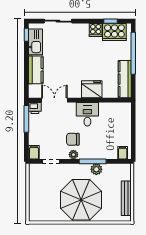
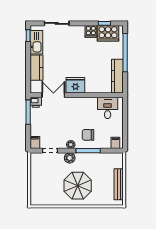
fridge: (92, 89) -> (75, 85), moved
desk: (87, 114) -> (108, 108), moved
chair: (73, 139) -> (88, 135), moved
plant: (96, 169) -> (70, 158), moved
parasol: (81, 200) -> (78, 186), width x0.73, depth x0.73

